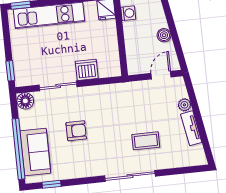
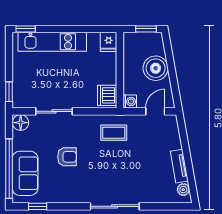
washing machine: (128, 13) -> (130, 102), moved
boiler: (164, 35) -> (156, 68), width x1.86, depth x1.86
dishwasher: (87, 70) -> (107, 95), moved, turned -90
plant: (184, 105) -> (183, 190), moved
coffee table: (146, 141) -> (114, 133), moved

